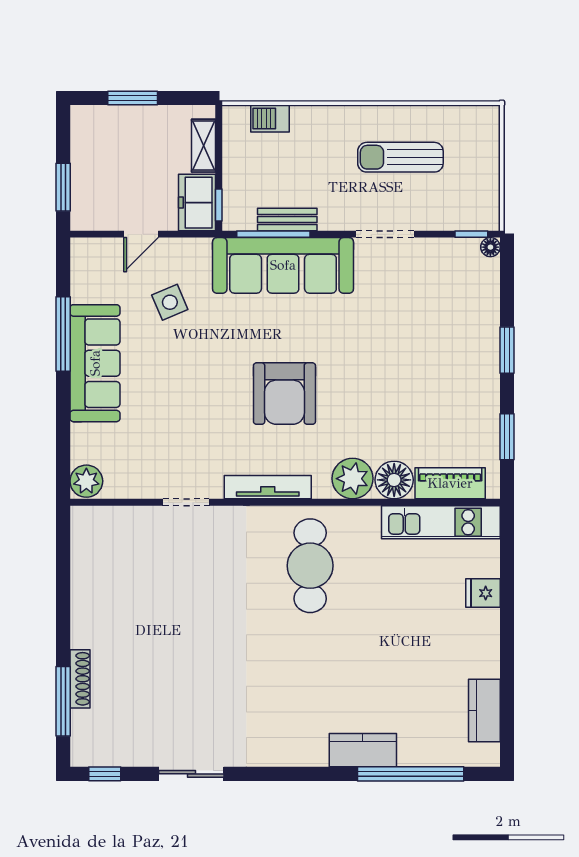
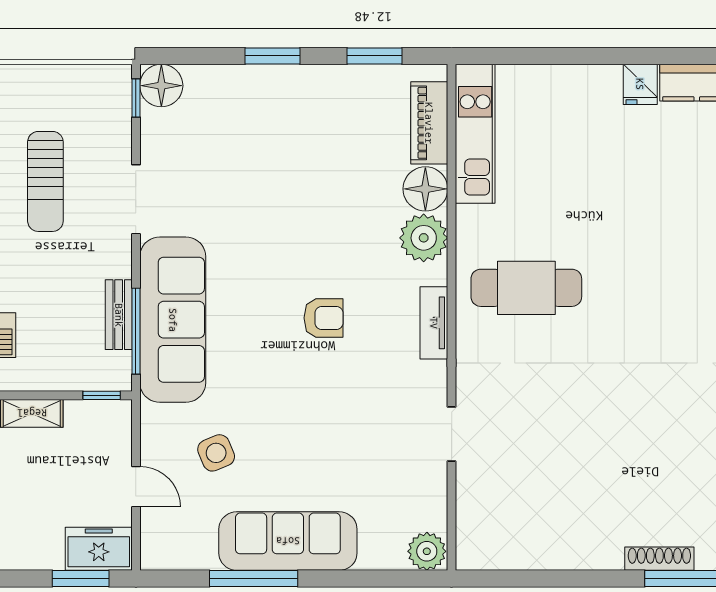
freezer: (197, 203) -> (99, 549), moved, turned 180
floor lamp: (490, 247) -> (161, 86), width x1.89, depth x1.89
armchair: (284, 394) -> (324, 318), width x0.53, depth x0.53
tv unit: (268, 487) -> (434, 323), width x0.71
fridge: (483, 593) -> (640, 84), moved

